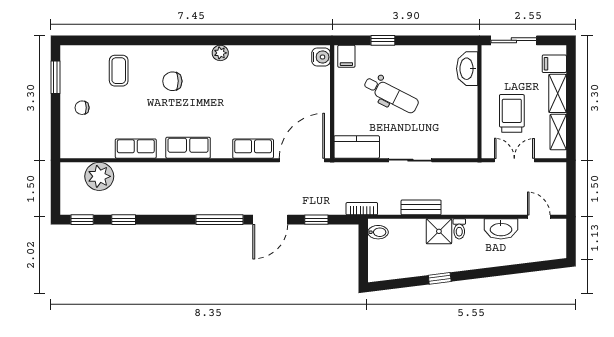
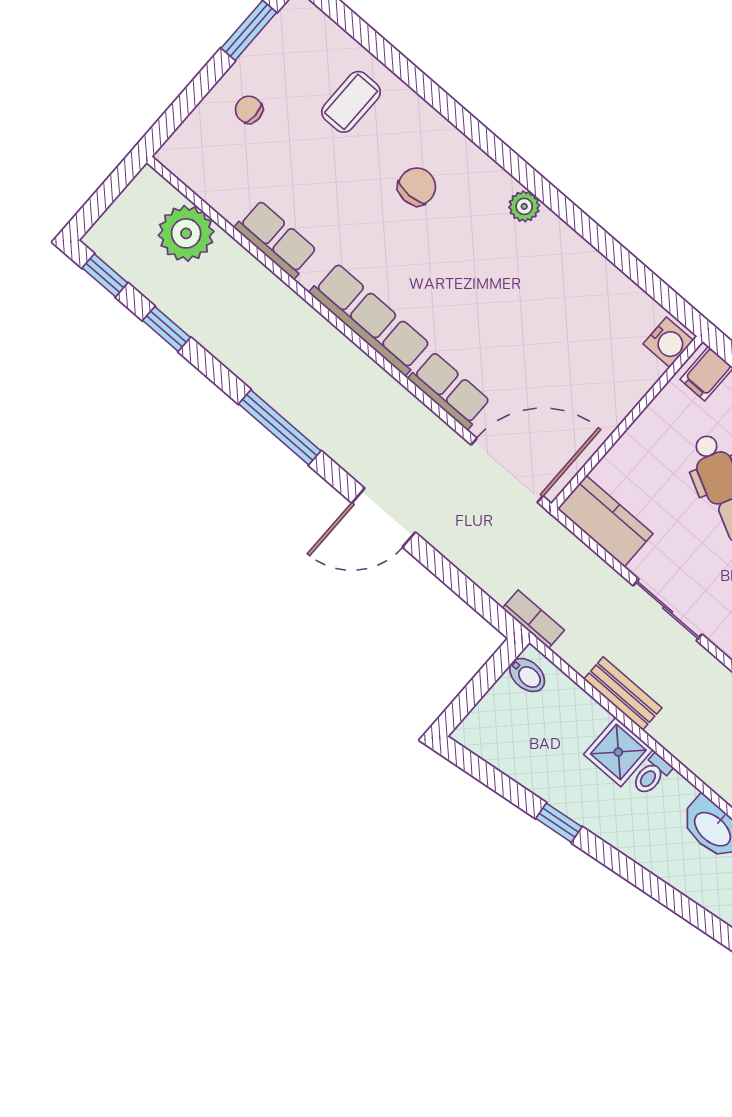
chair: (172, 81) -> (417, 187), turned 90
row of seats: (188, 148) -> (370, 319), width x1.48
window: (220, 220) -> (280, 427), moved
window: (316, 220) -> (452, 577), removed

